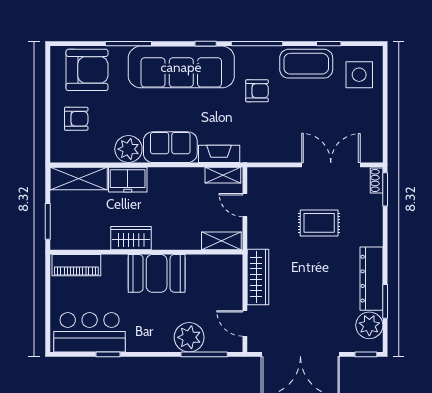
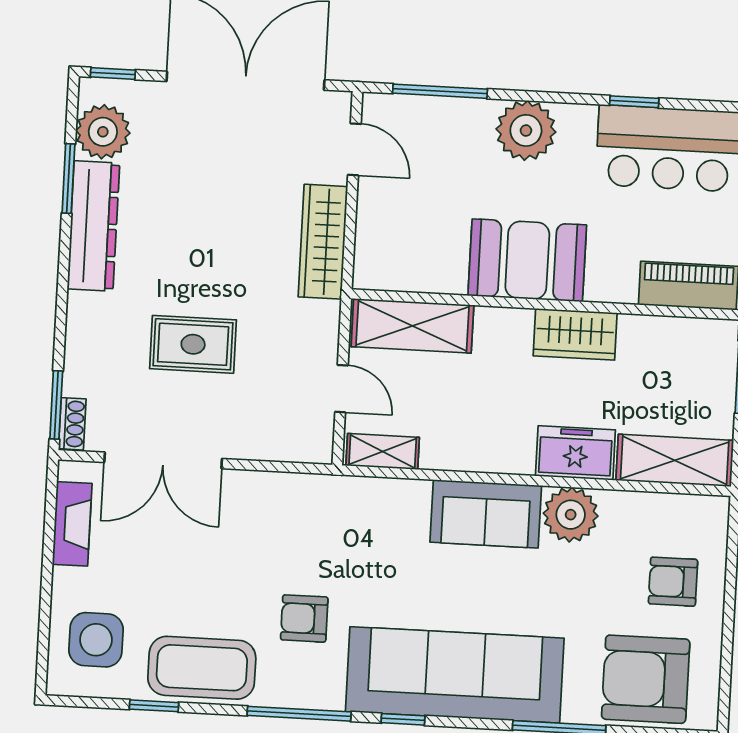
fireplace: (219, 154) -> (72, 524), moved, turned -90
shelving: (221, 241) -> (412, 326), width x1.50, depth x1.33
plant: (189, 337) -> (526, 130), moved

